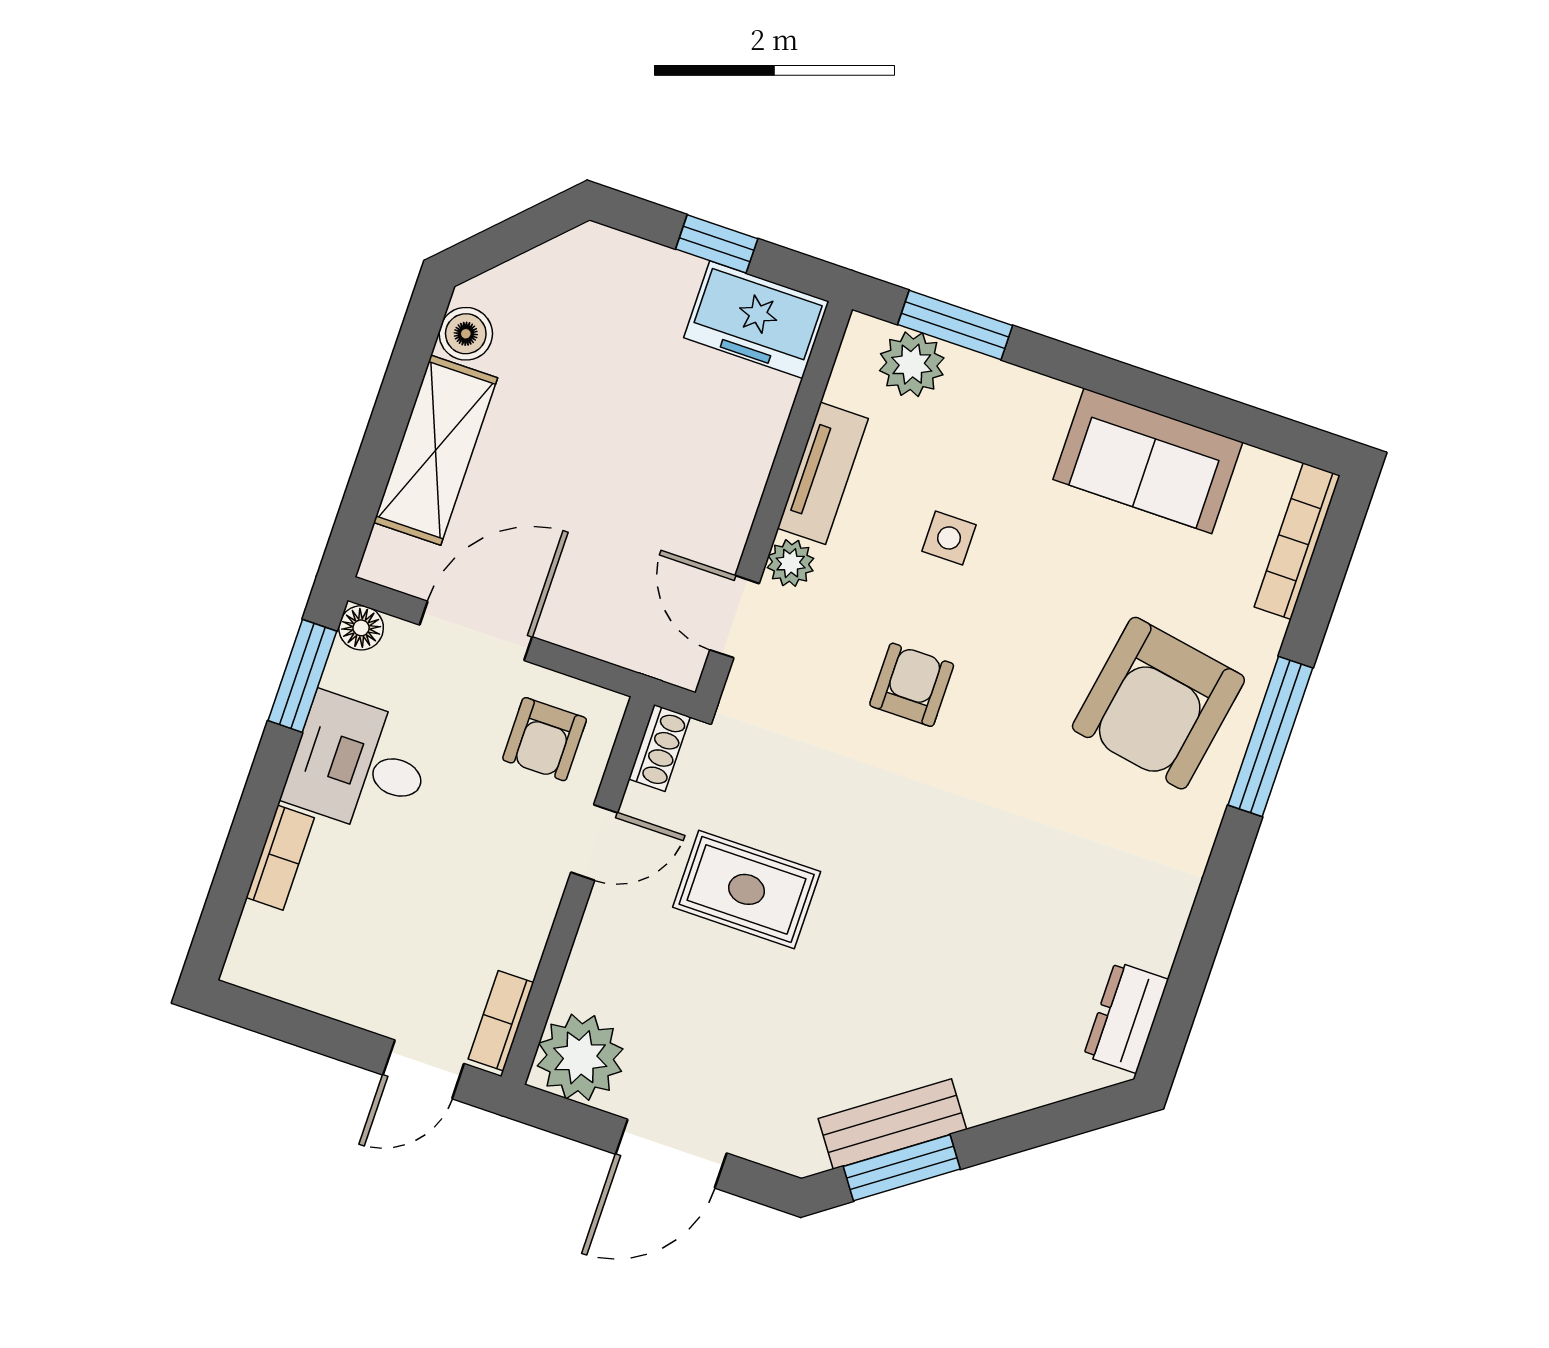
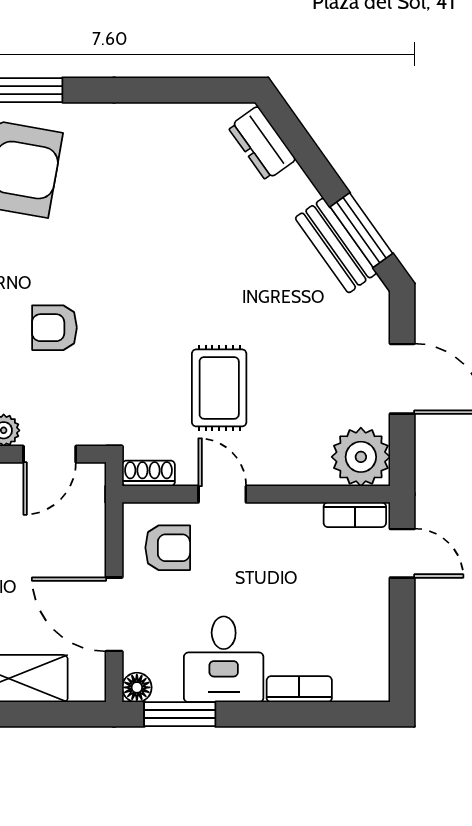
dresser: (1126, 1018) -> (262, 143), moved, turned 55

